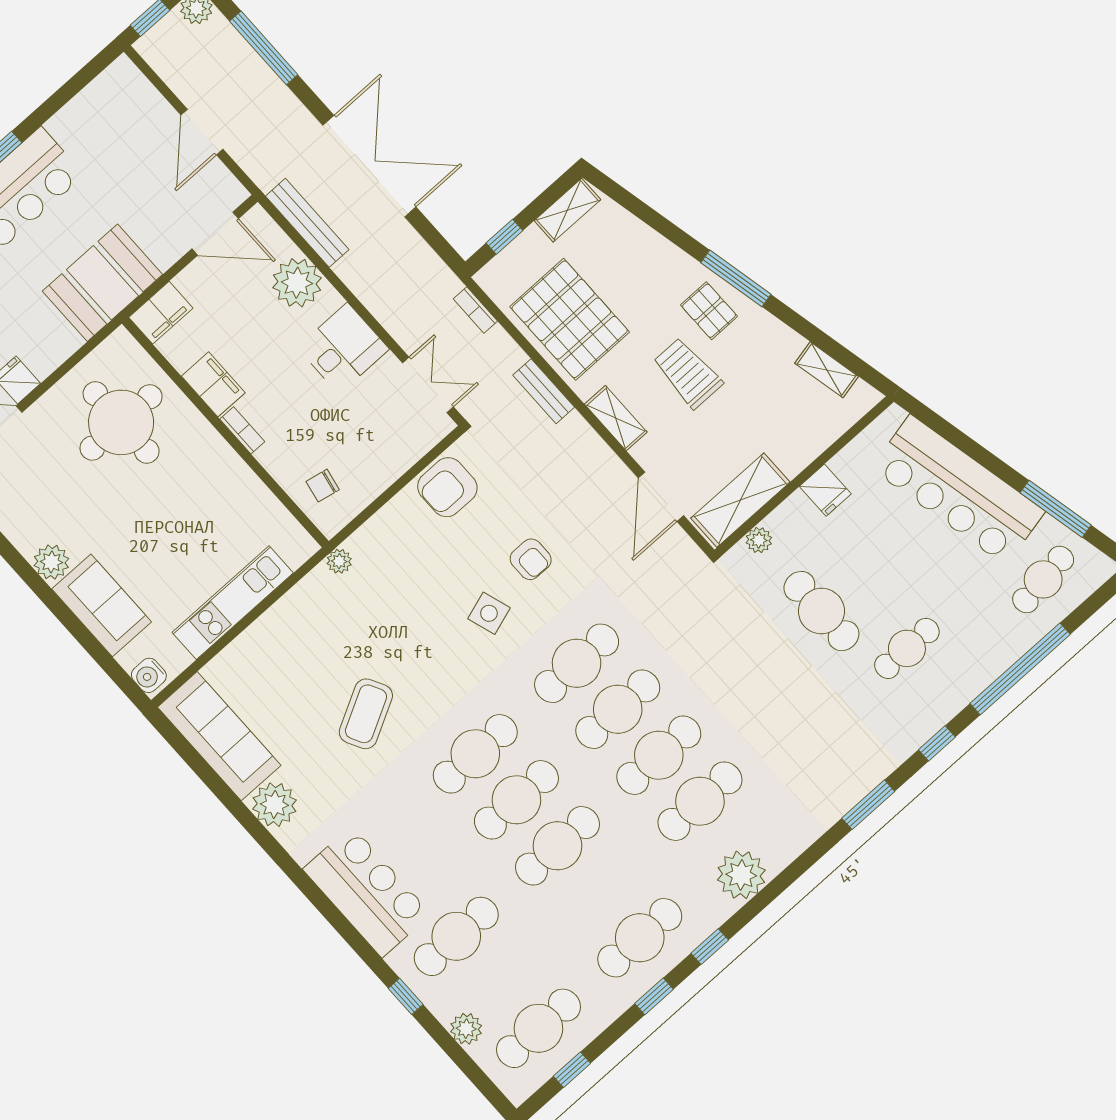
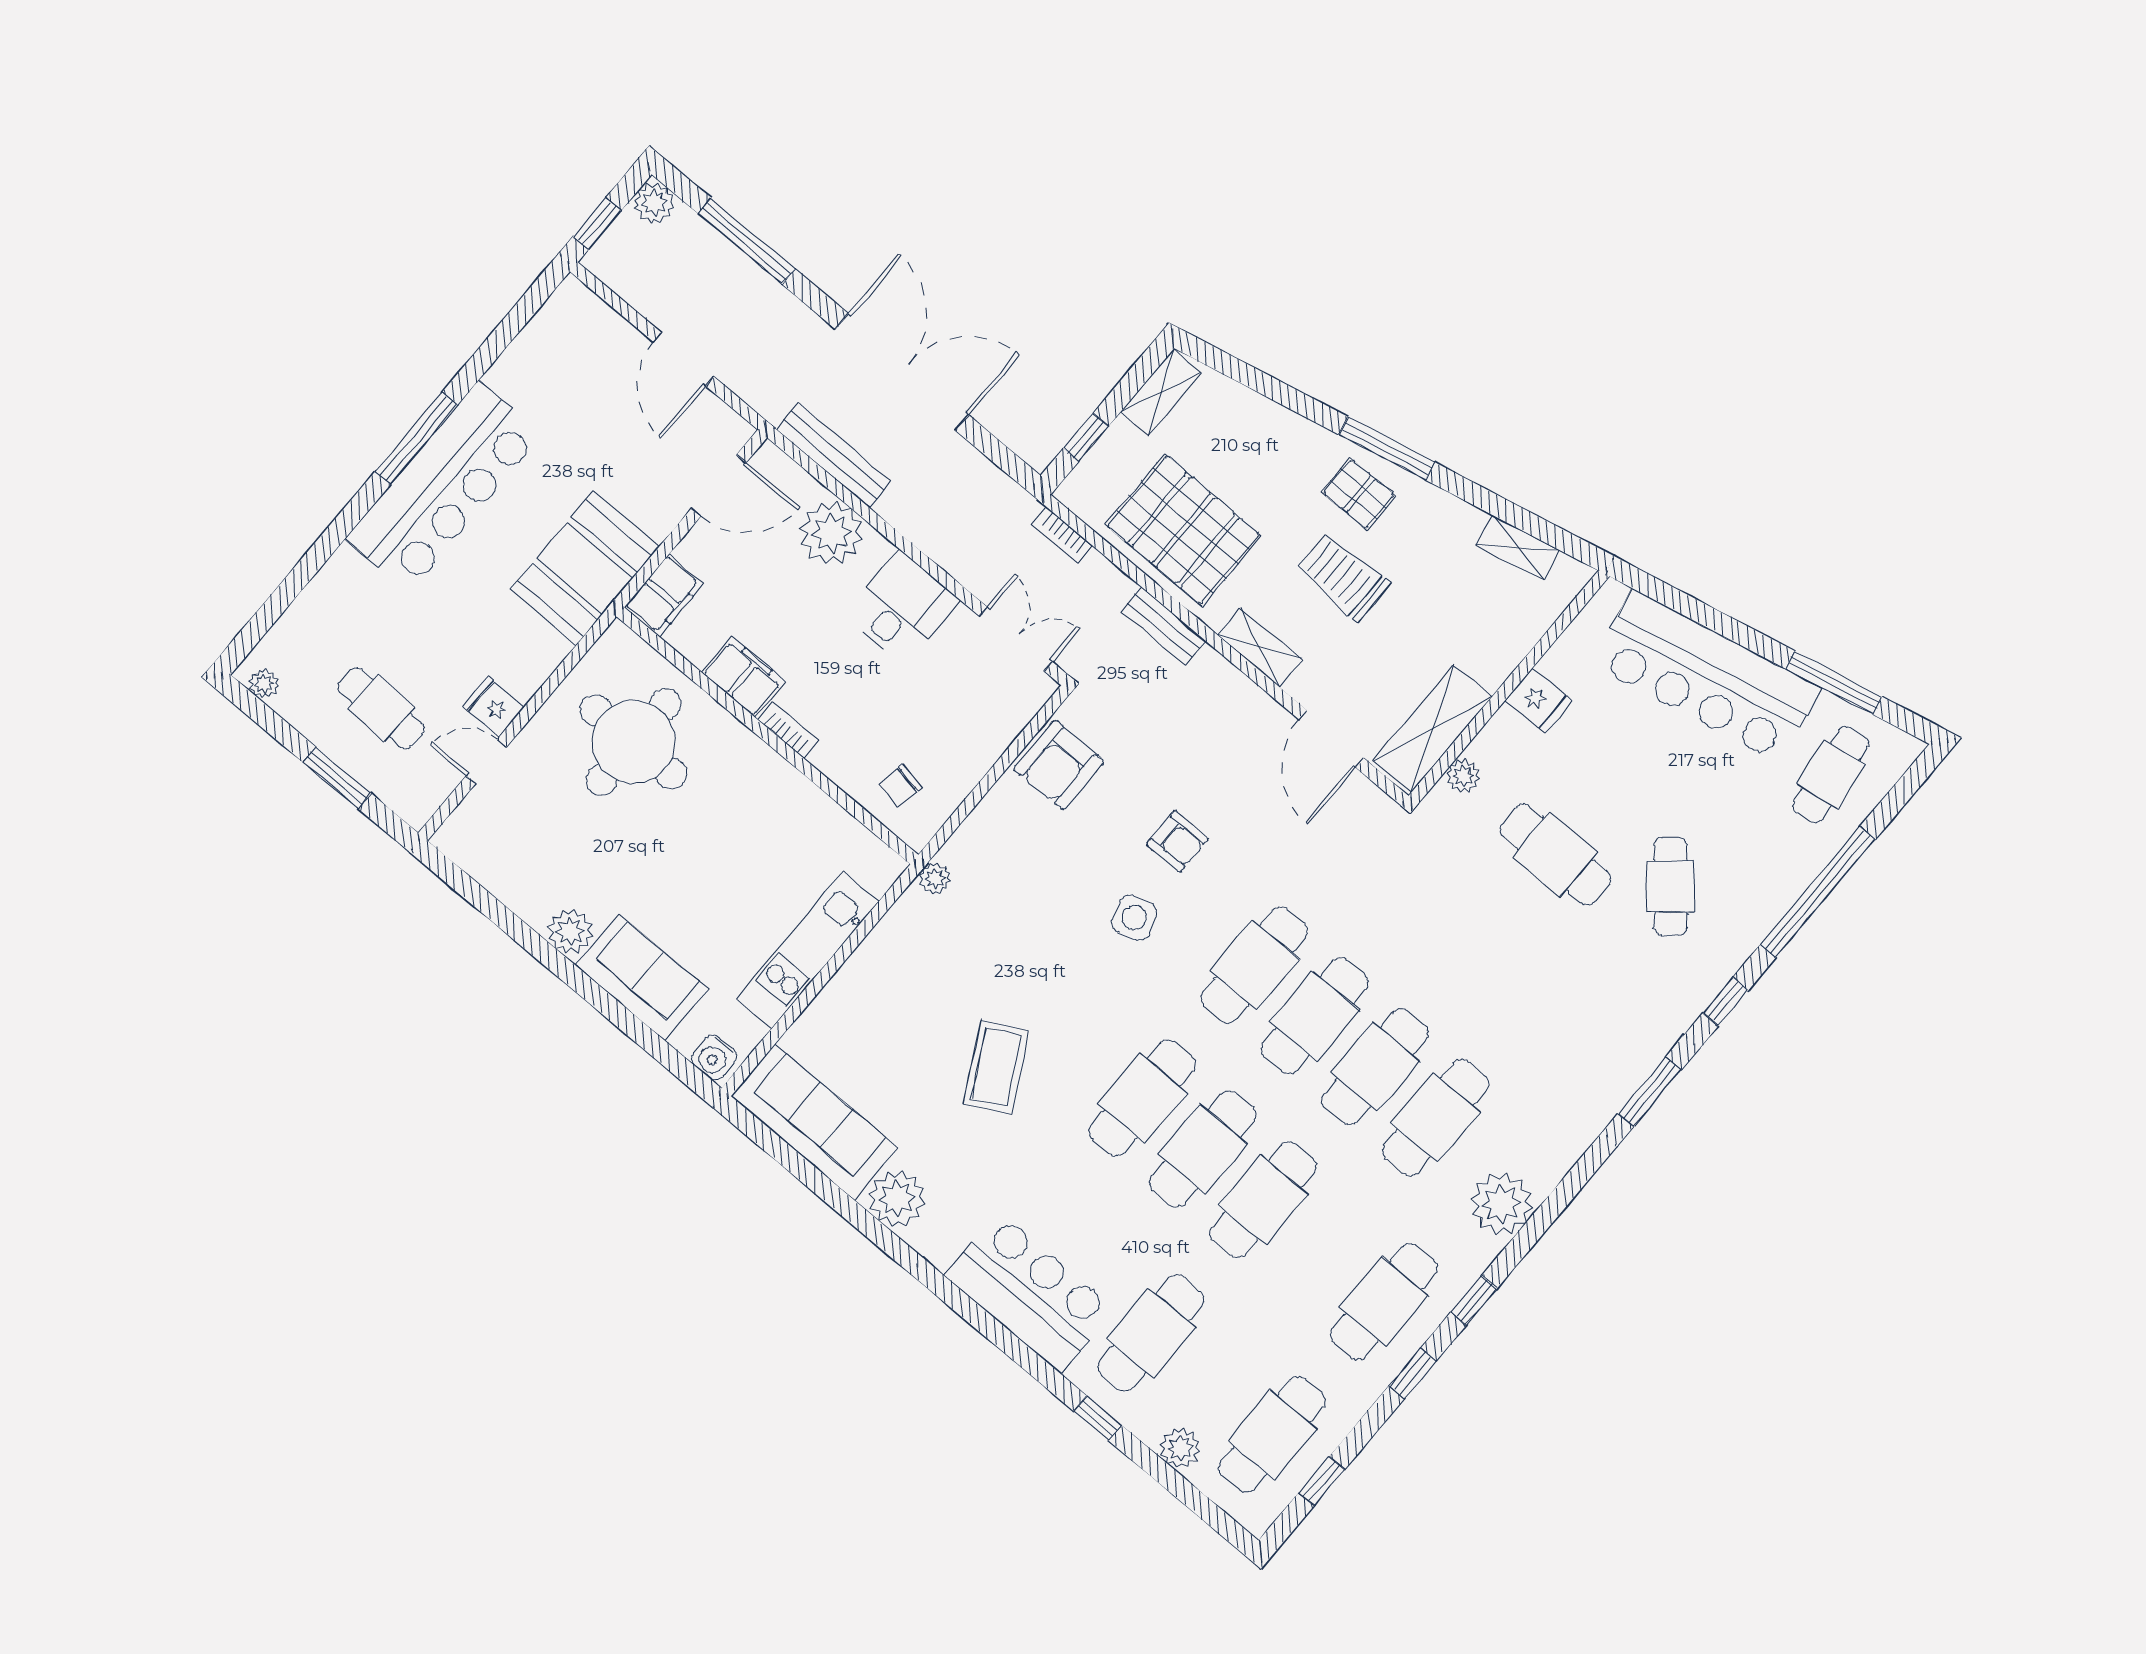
cafe table: (907, 648) -> (1670, 887), turned -40

